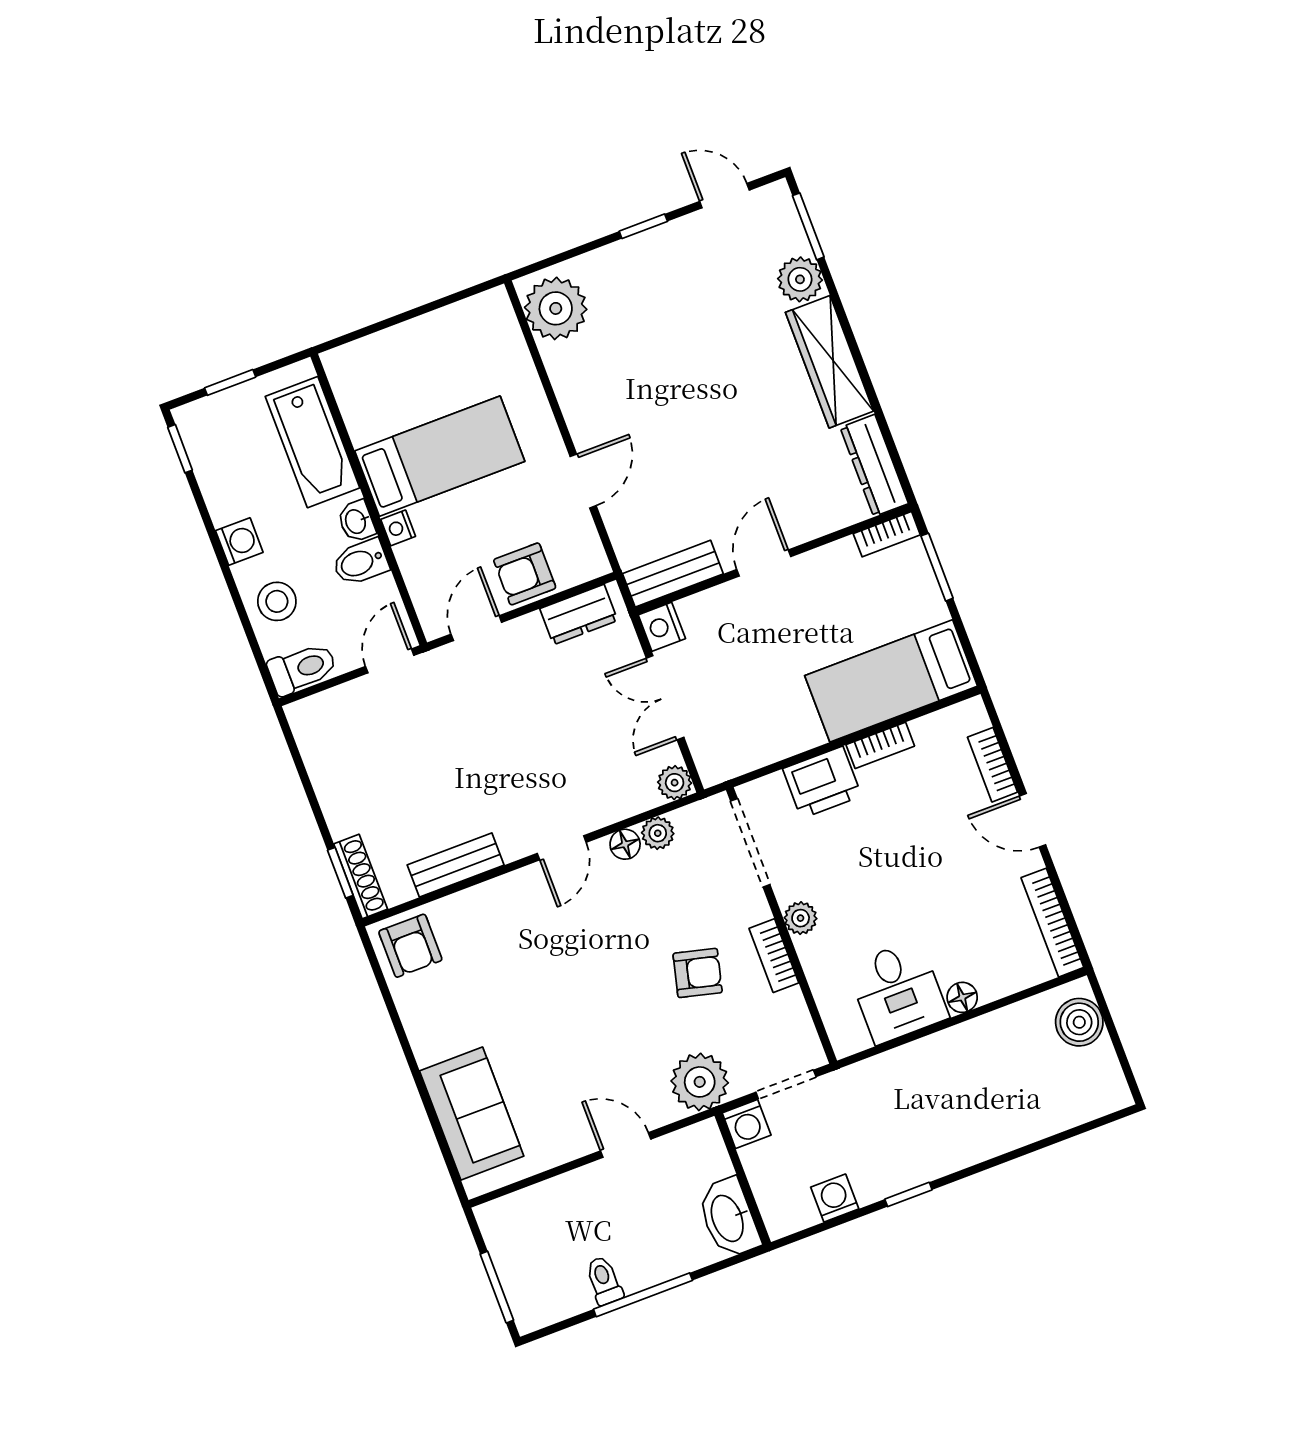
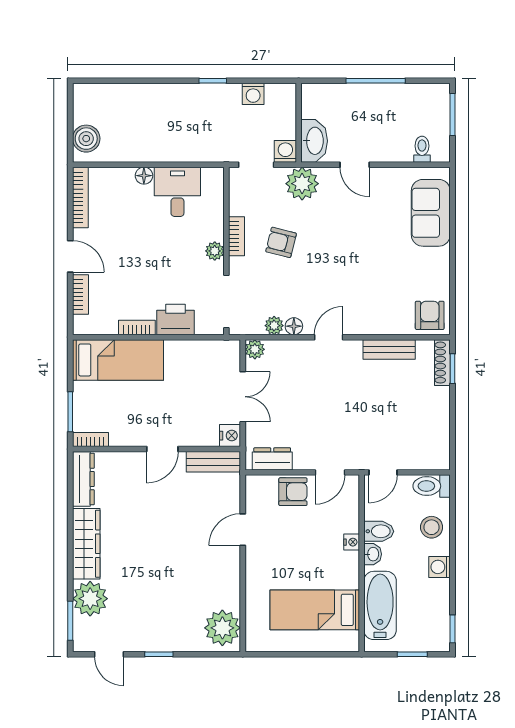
plant: (800, 279) -> (90, 599), width x1.36, depth x1.36
bed: (440, 456) -> (315, 610), moved
washbasin: (729, 1218) -> (314, 141), moved
toilet: (604, 1281) -> (422, 149), moved, turned 180

